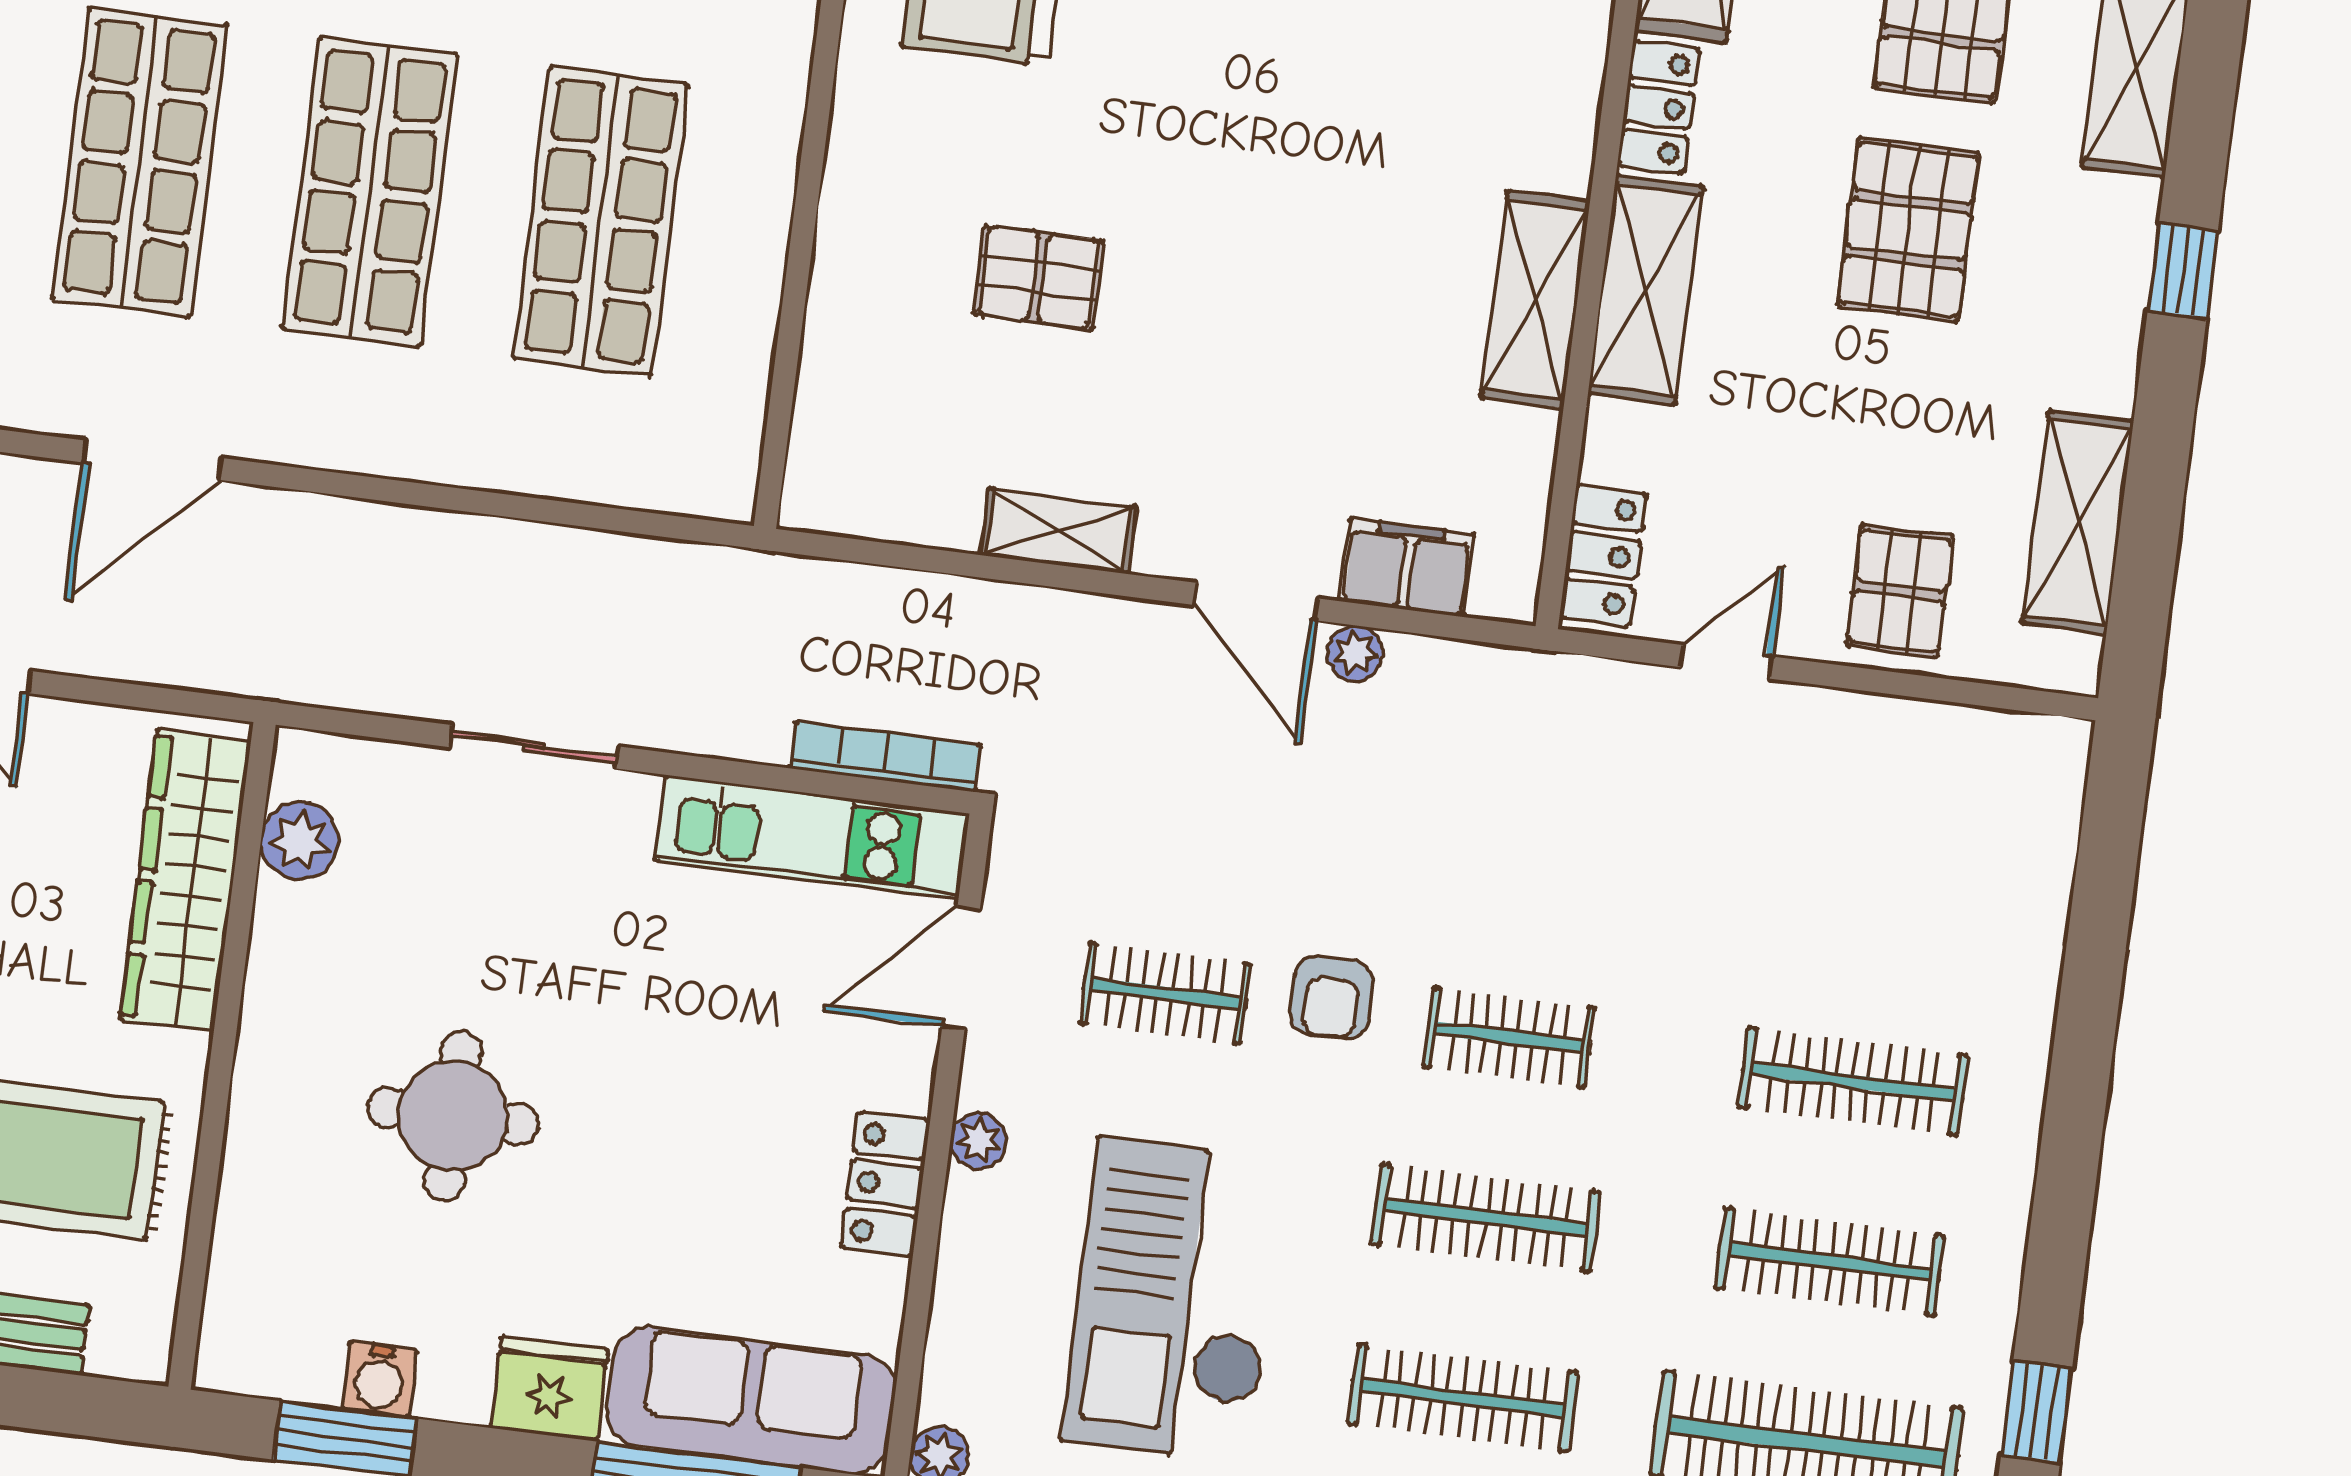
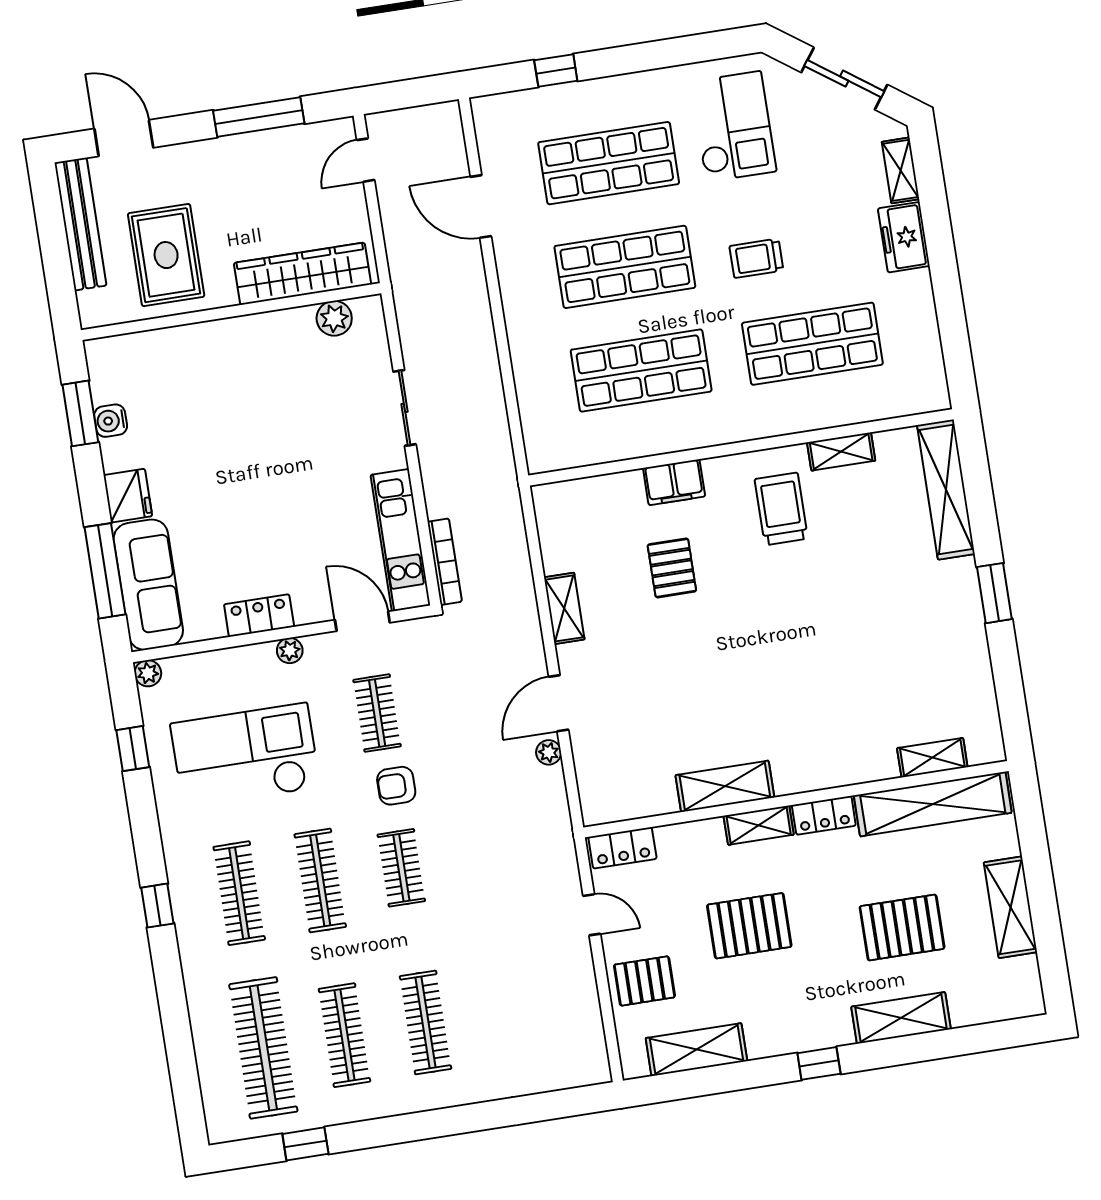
pallet: (1908, 229) -> (749, 926), moved
shelving: (1646, 290) -> (759, 825), width x0.67, depth x0.75
filing cabinet: (1407, 567) -> (674, 482), moved, turned 90
round table: (453, 1116) -> (234, 419), removed

